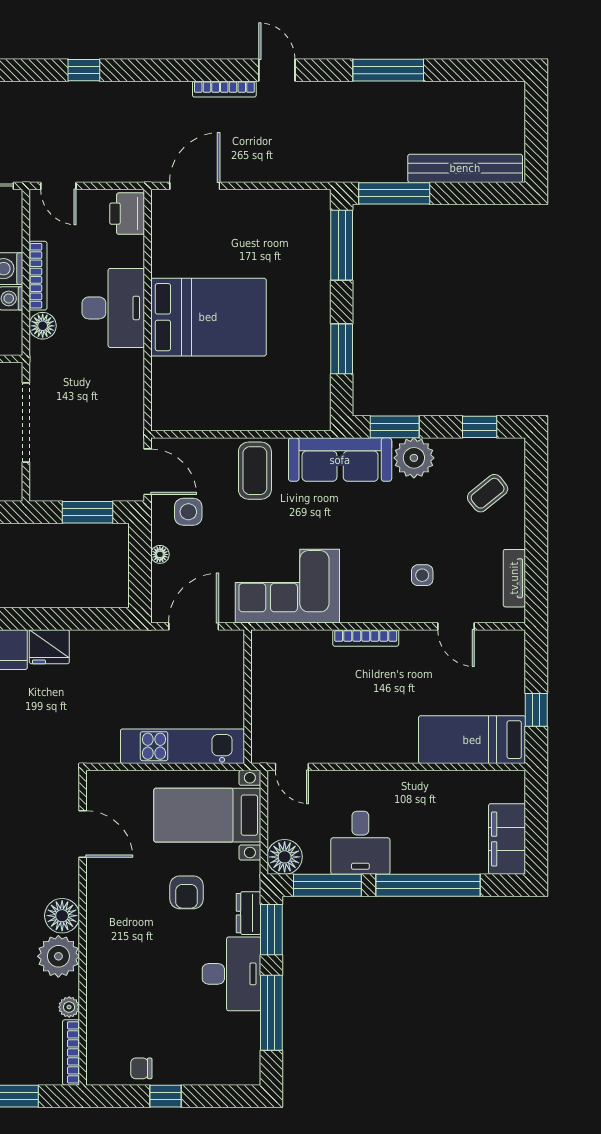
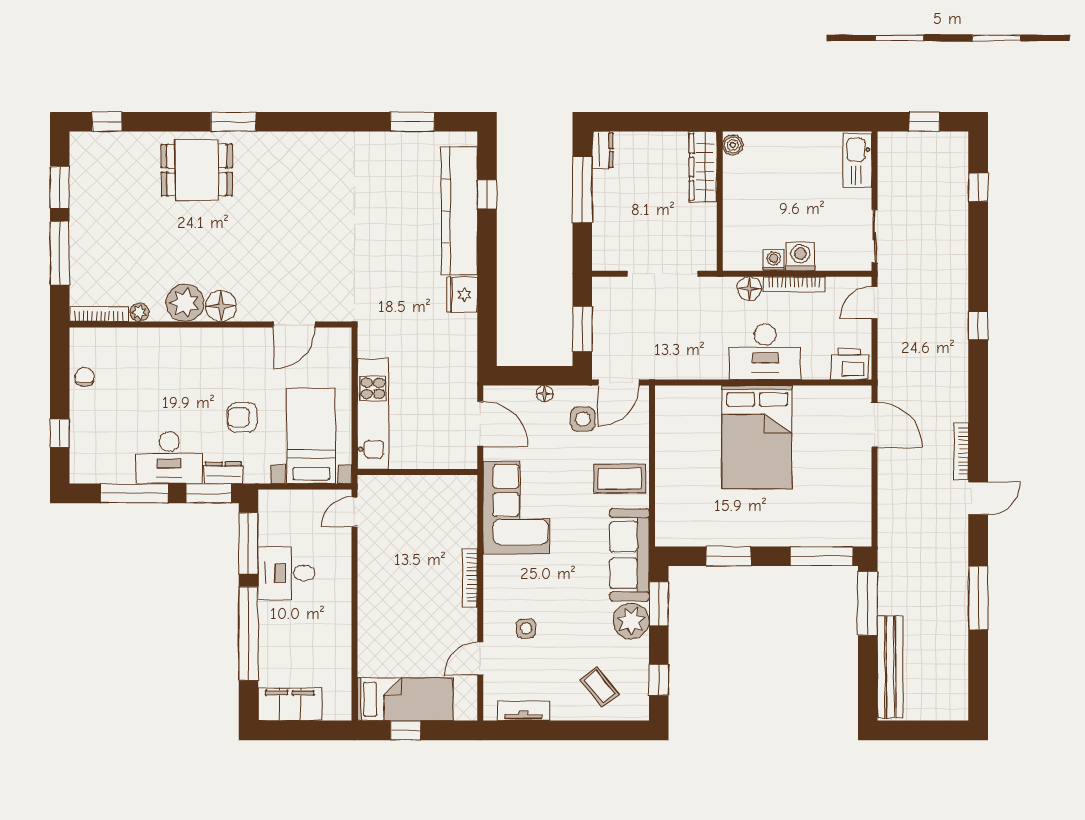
bed: (472, 740) -> (405, 699), moved, turned 90
floor lamp: (285, 857) -> (274, 505), removed
window: (165, 1096) -> (60, 433), moved

